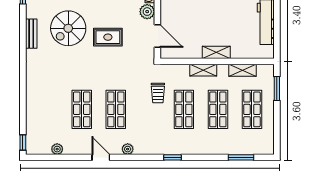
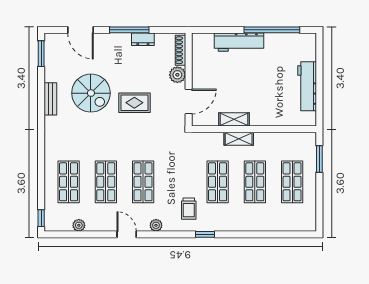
spiral stairs: (68, 28) -> (91, 93), turned -90
door: (157, 36) -> (189, 101), hinge flipped
shelving: (216, 52) -> (234, 119), moved
shelving: (243, 70) -> (282, 139), removed
trolley: (158, 93) -> (189, 209), moved
shop shelf: (48, 109) -> (69, 182), added
window: (241, 157) -> (280, 234), removed

